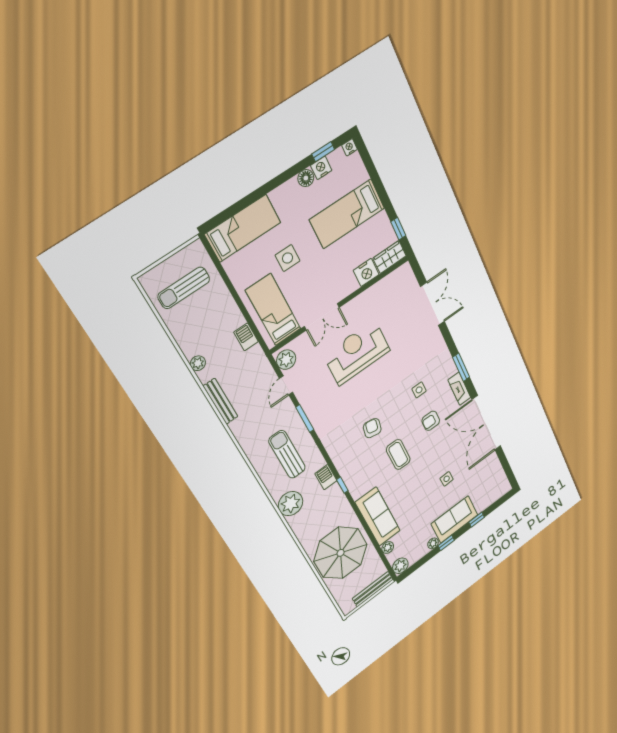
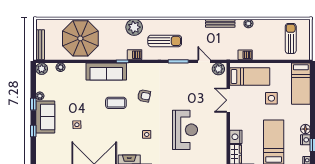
reception desk: (357, 353) -> (185, 130), moved
armchair: (431, 421) -> (122, 132), removed
sofa: (378, 516) -> (106, 71), moved

